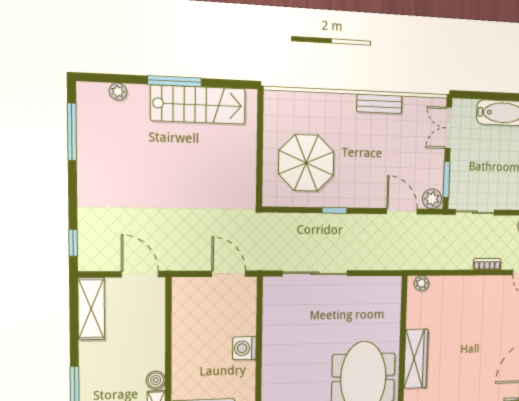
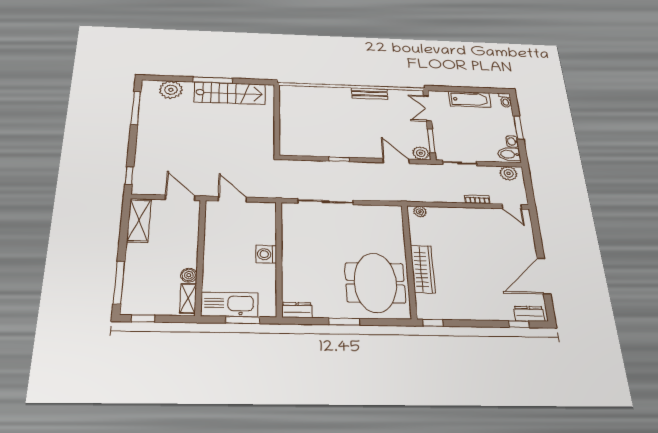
plant: (118, 92) -> (171, 90), width x1.87, depth x1.87
parasol: (306, 163) -> (314, 129), removed
door: (229, 274) -> (232, 199), moved

